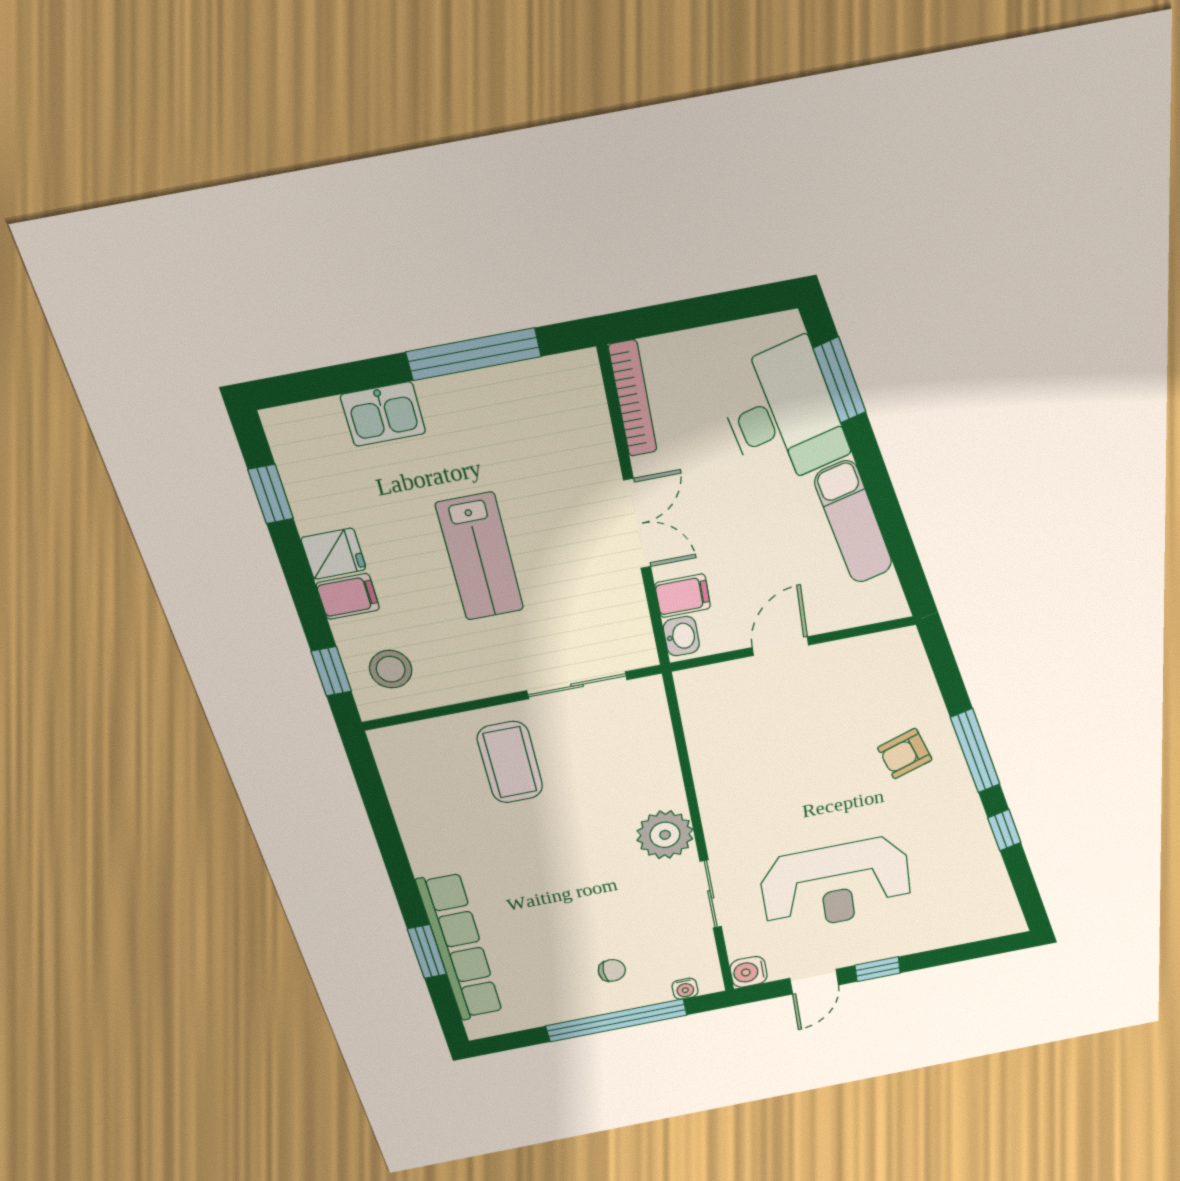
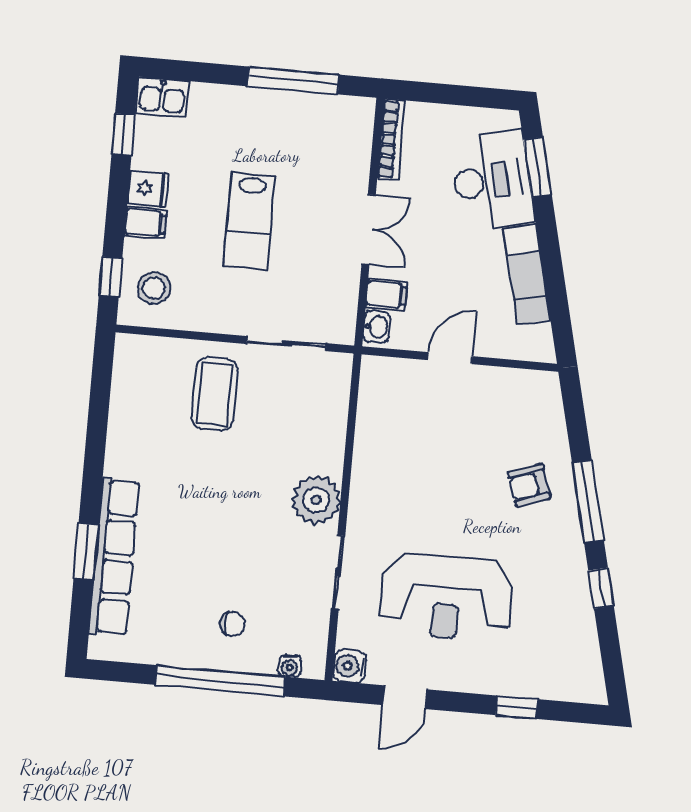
kitchen sink: (383, 414) -> (162, 97), moved
window: (878, 969) -> (517, 707), moved

